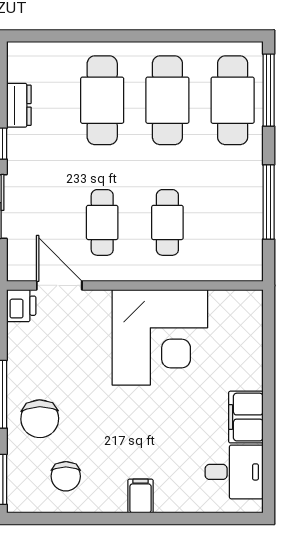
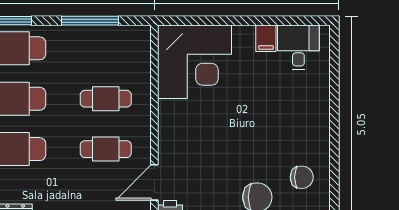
corner desk: (160, 337) -> (194, 62), moved, turned 90
filing cabinet: (246, 417) -> (266, 38), width x0.50
filing cabinet: (140, 496) -> (317, 120), removed

